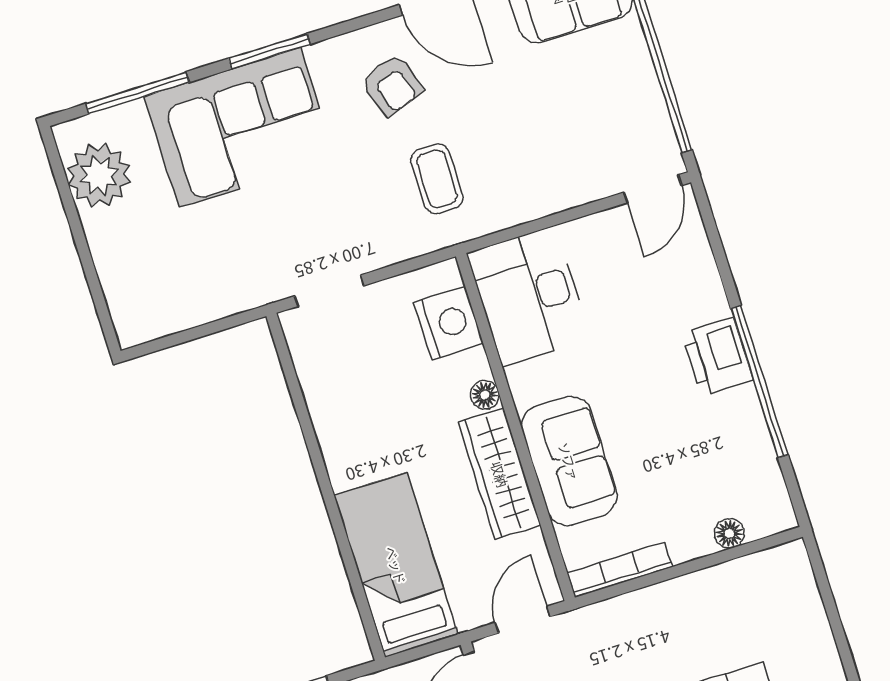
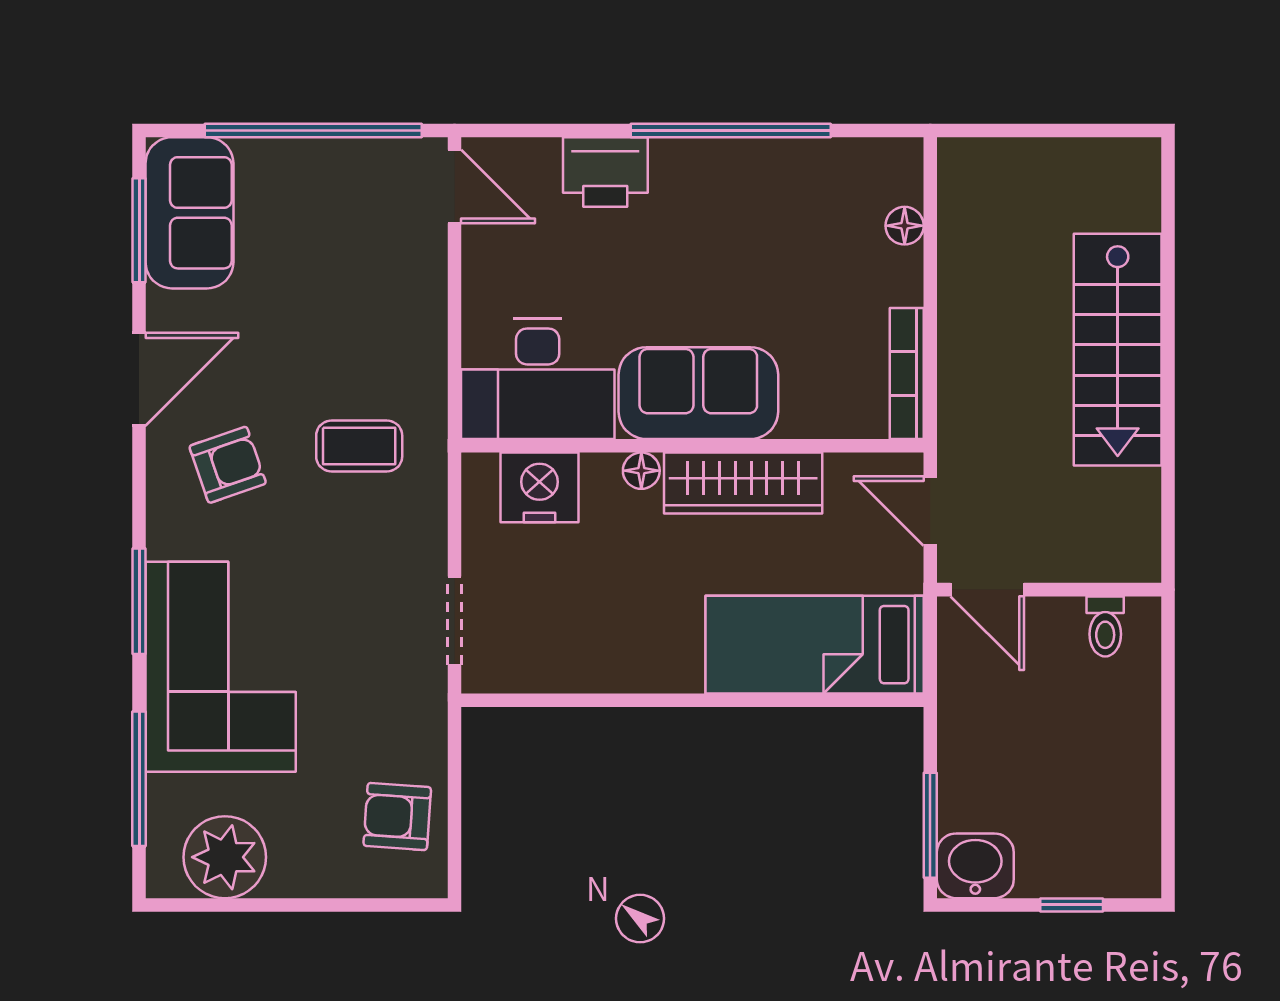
armchair: (170, 294) -> (397, 817), added
printer: (717, 356) -> (605, 172), moved
sofa: (569, 461) -> (698, 393), moved

